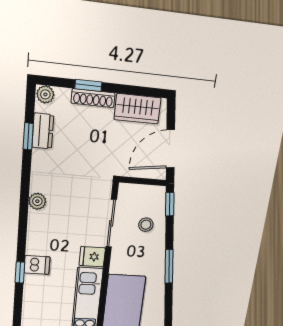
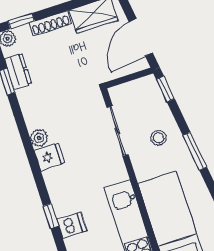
window: (88, 85) -> (21, 21), moved
stool: (146, 225) -> (158, 138), moved
fridge: (92, 257) -> (50, 157), moved, turned 180
dishwasher: (37, 265) -> (72, 225), moved

